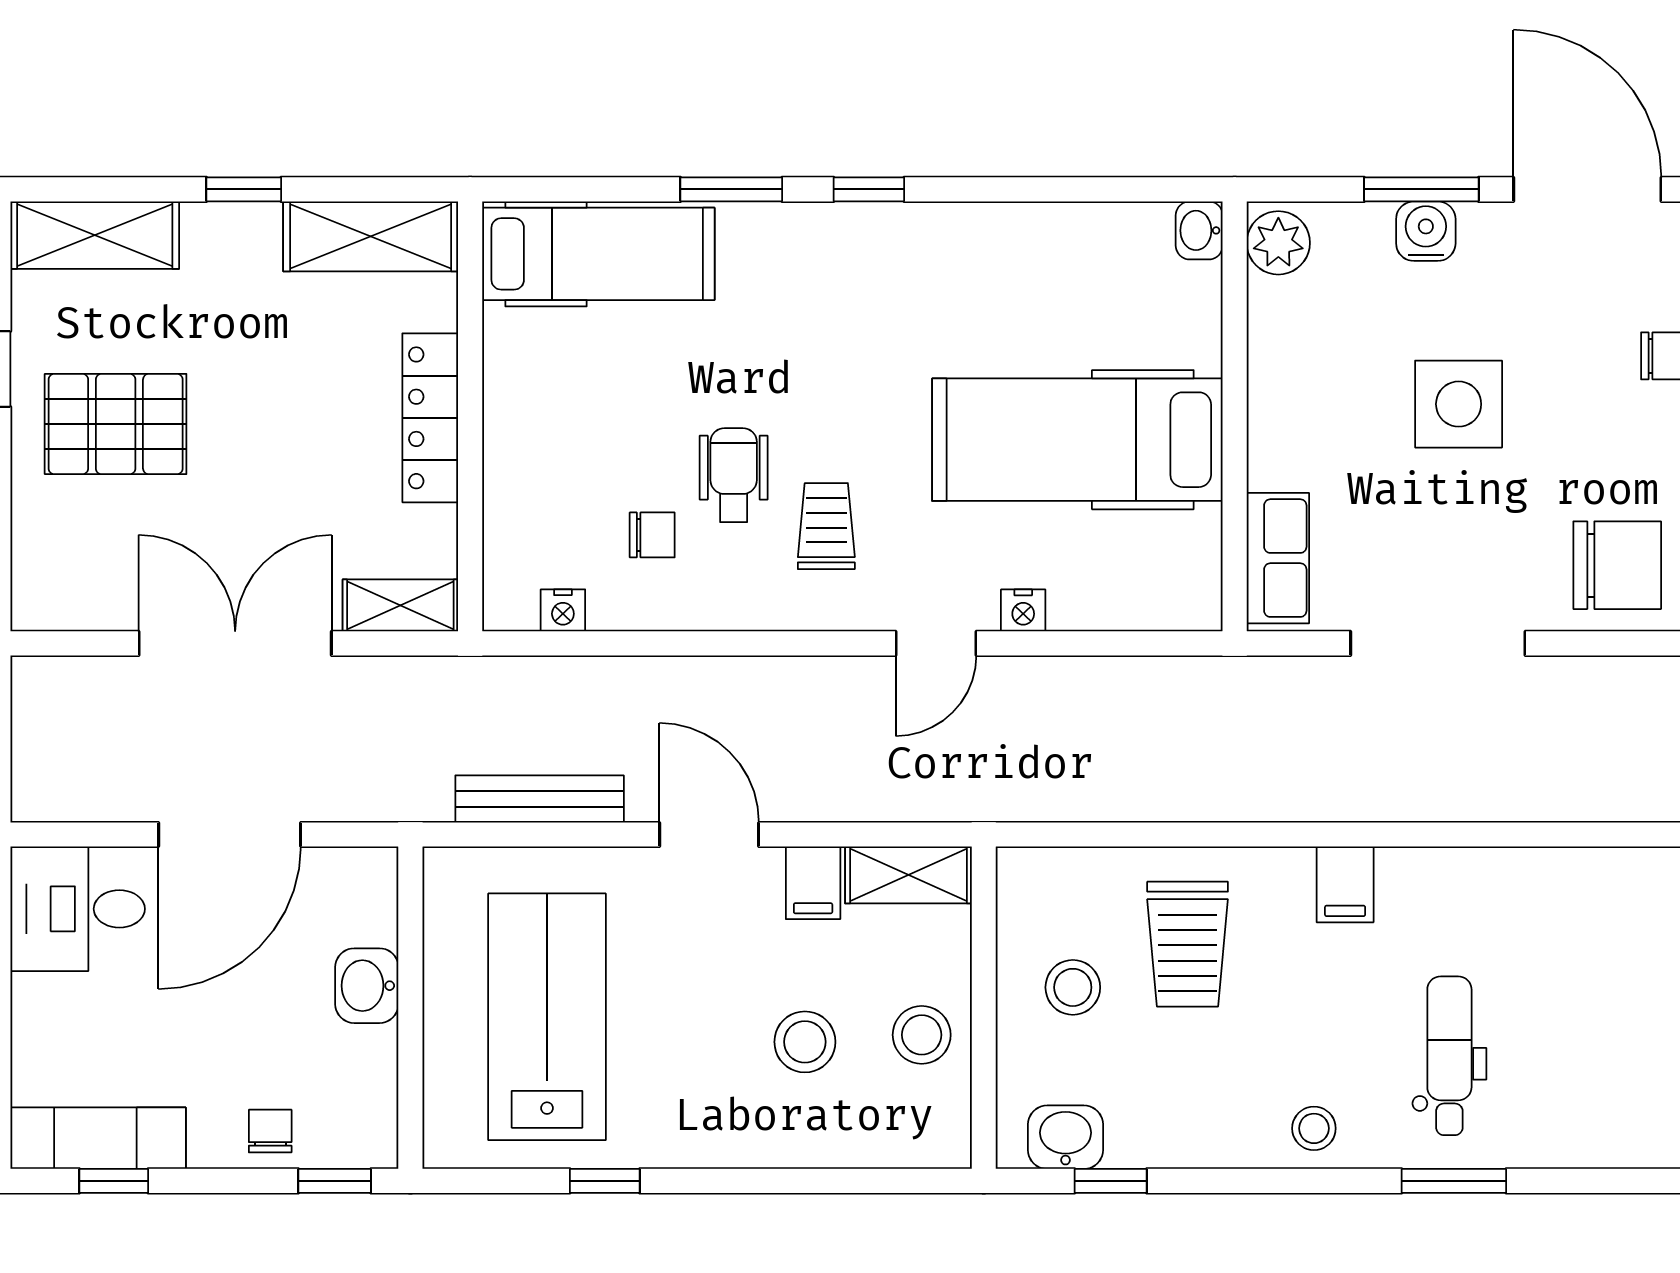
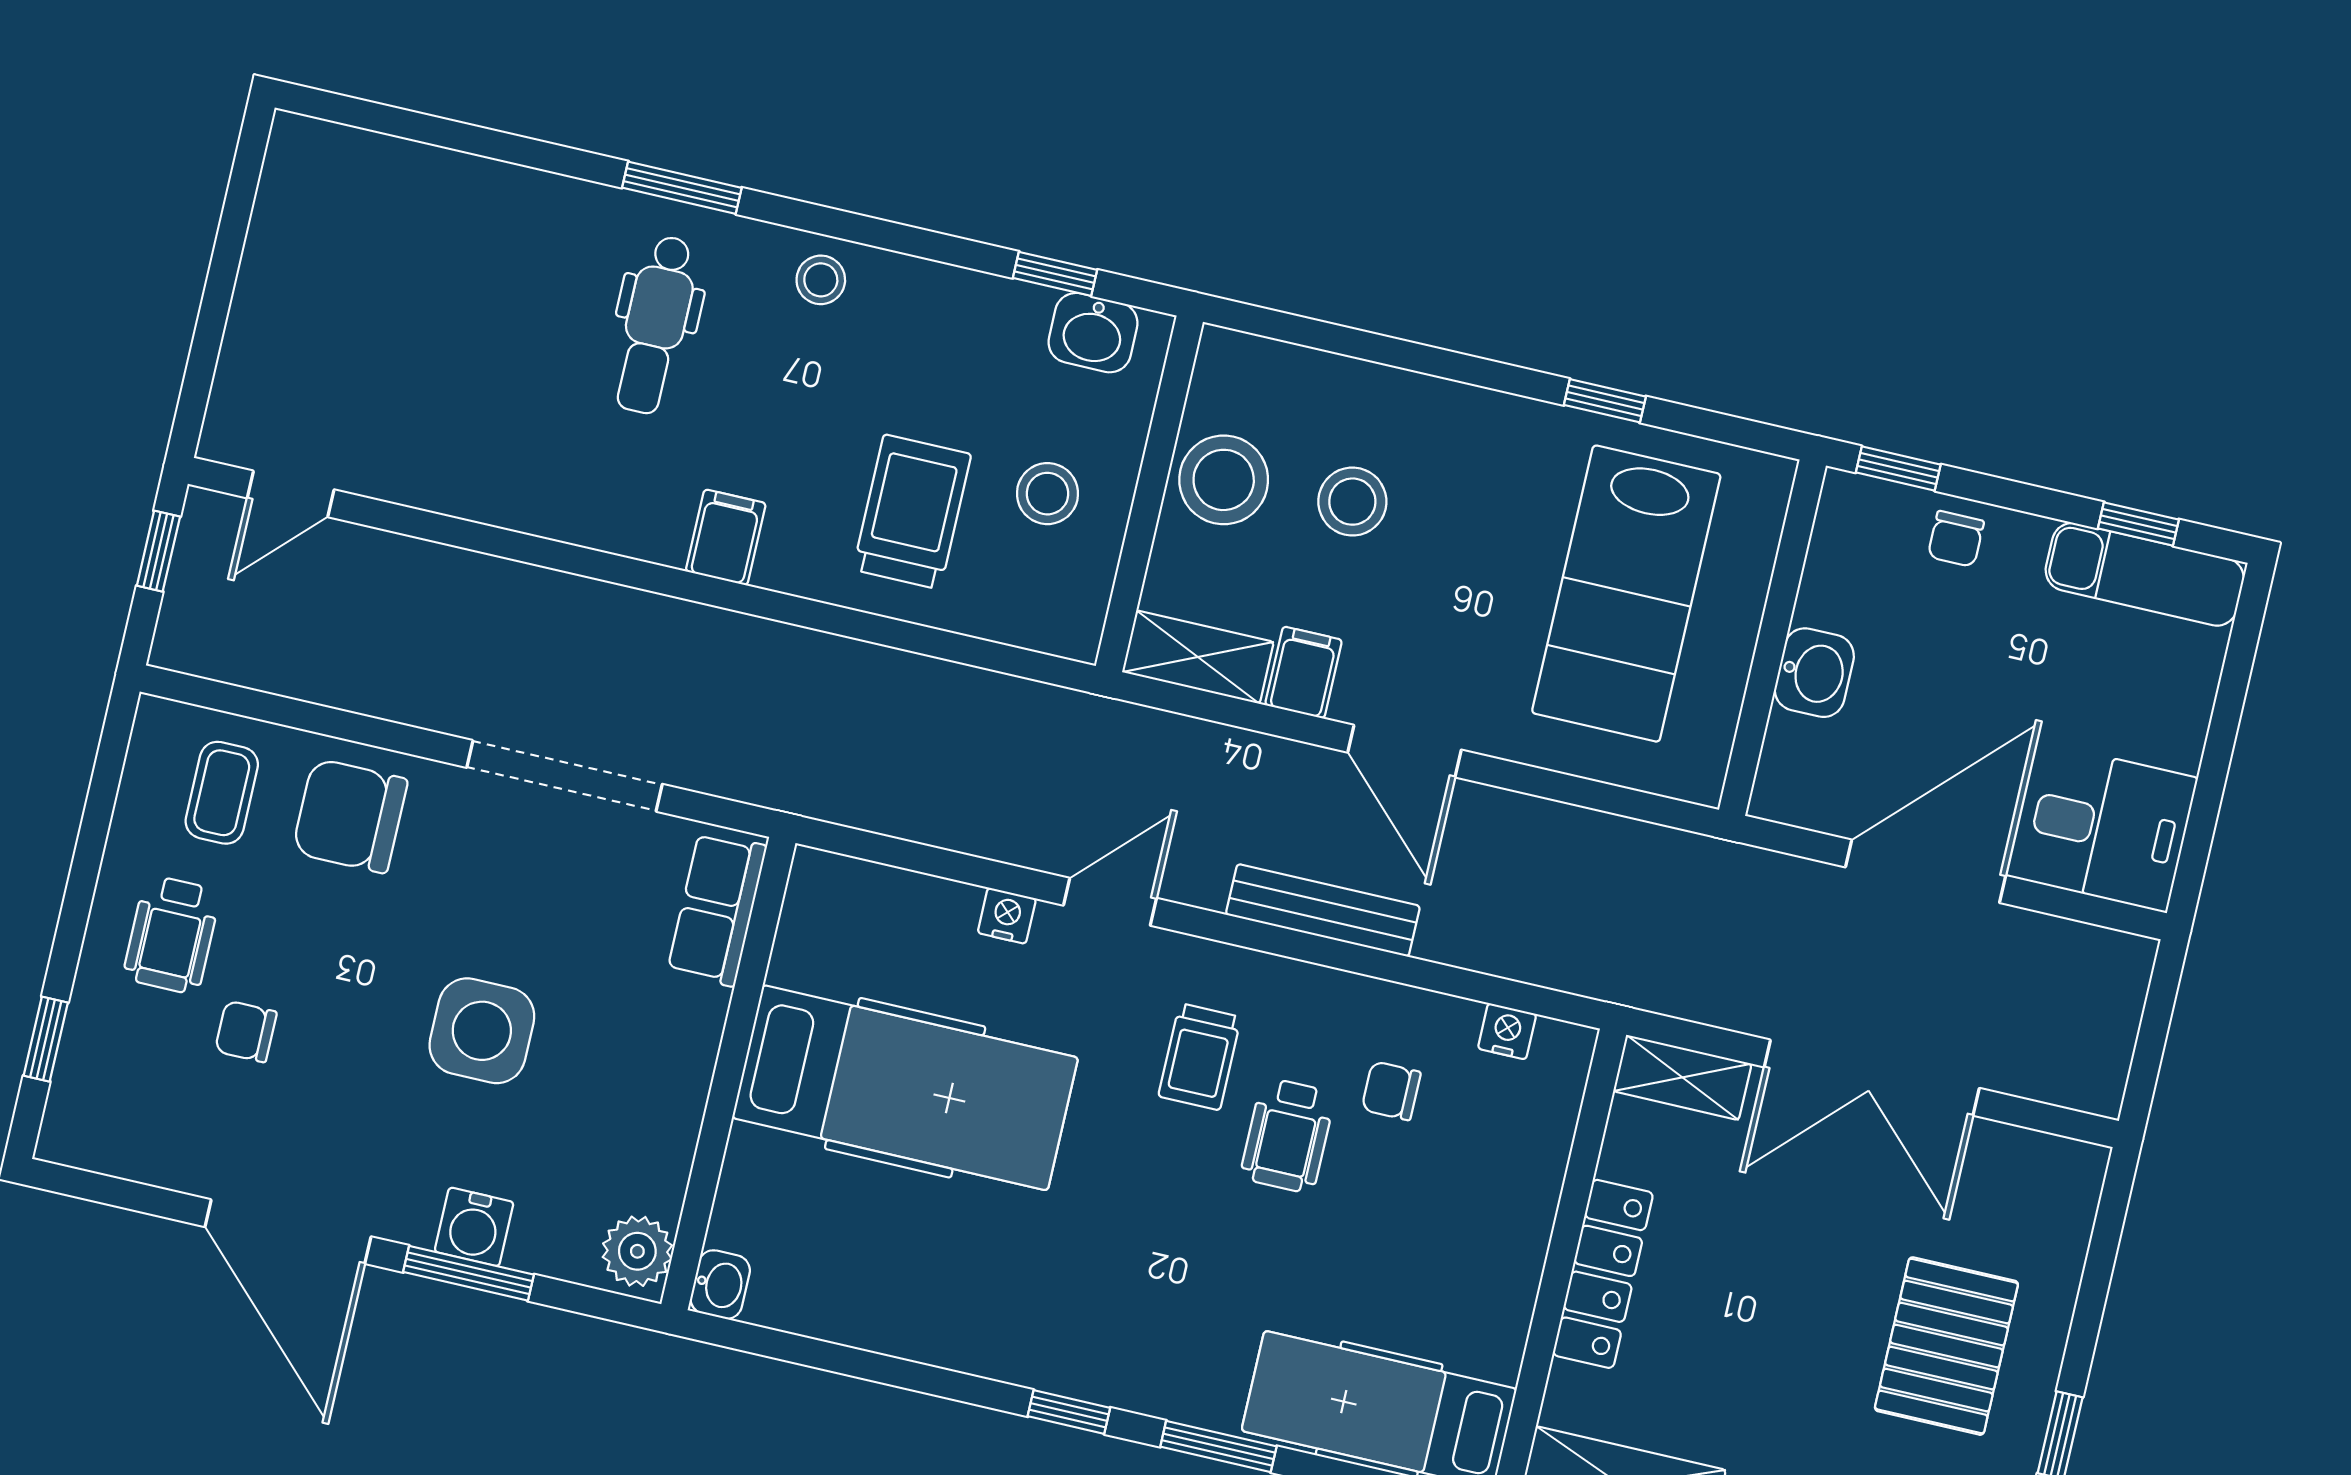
pallet: (116, 424) -> (1946, 1346), turned 90
bench: (540, 799) -> (1323, 910), moved
stool: (922, 1035) -> (1224, 480), width x1.38, depth x1.38

